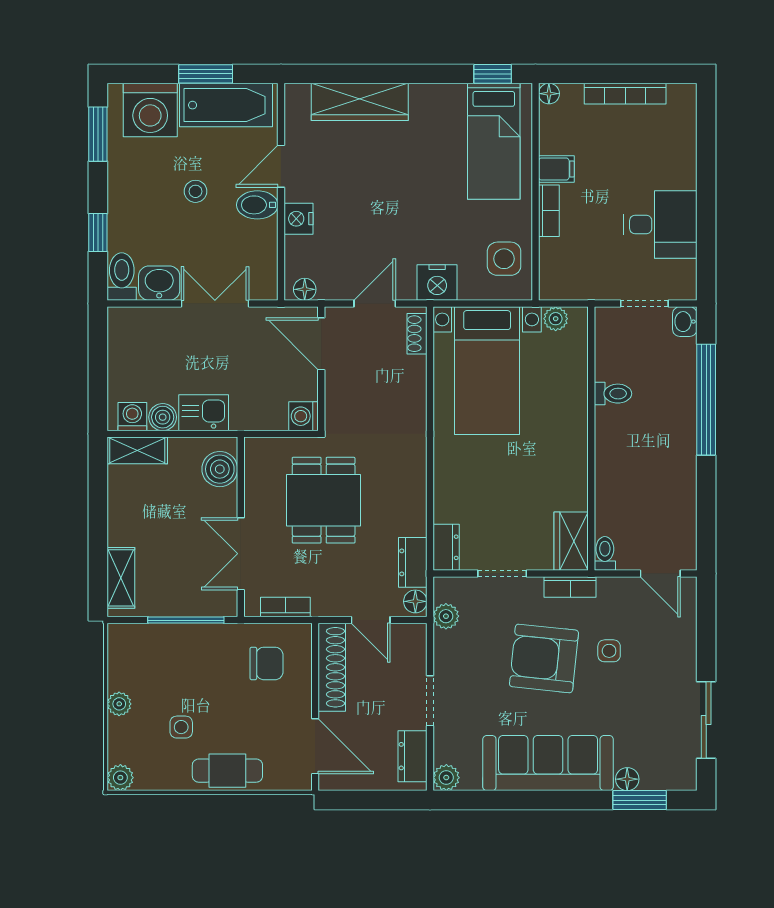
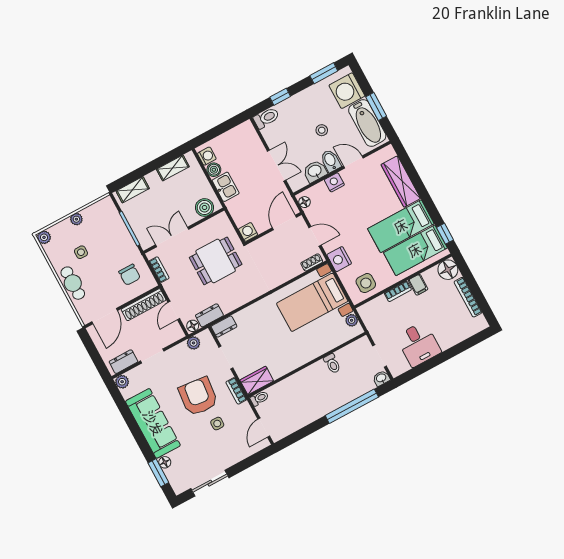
floor lamp: (549, 94) -> (448, 270), width x1.89, depth x1.89
bed: (438, 144) -> (401, 226), added
washbasin: (159, 283) -> (315, 171), moved, turned -90
shelving: (137, 450) -> (173, 168), moved, turned 90

